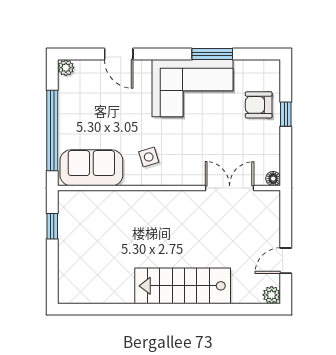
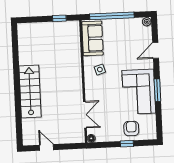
window: (212, 54) -> (157, 90), moved
plant: (272, 295) -> (27, 141), removed

